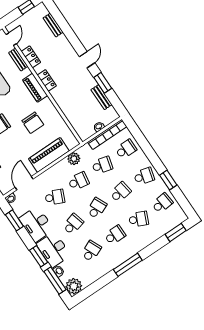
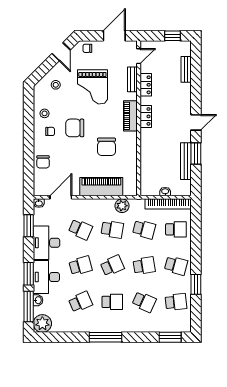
bench: (102, 97) -> (186, 161), width x1.36

